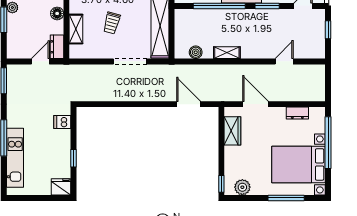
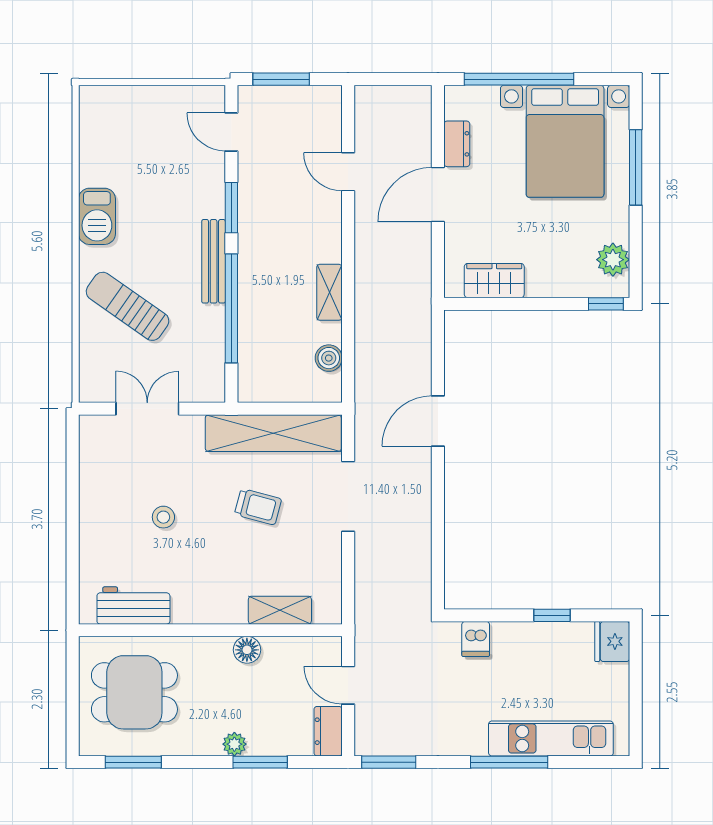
trolley: (112, 23) -> (258, 507), moved
window: (328, 30) -> (281, 79), width x1.50
dresser: (57, 47) -> (328, 731), moved, turned 90
door: (189, 104) -> (438, 421), moved
door: (256, 104) -> (438, 194), moved

